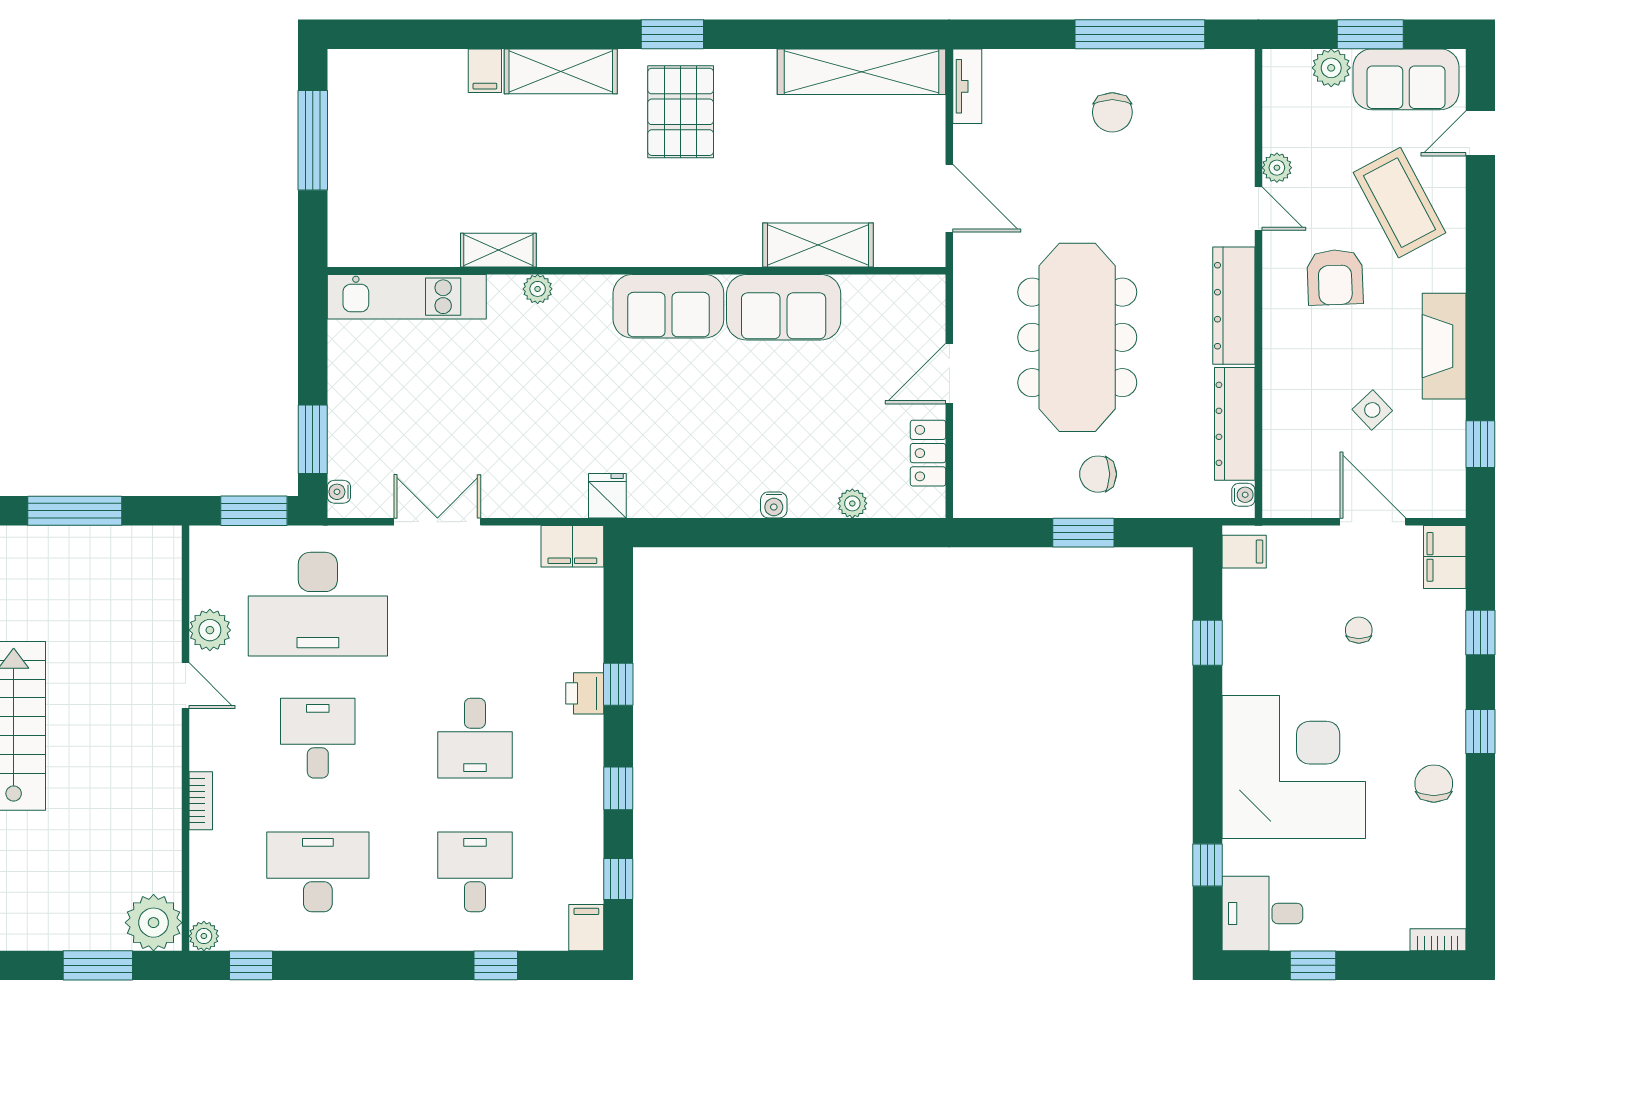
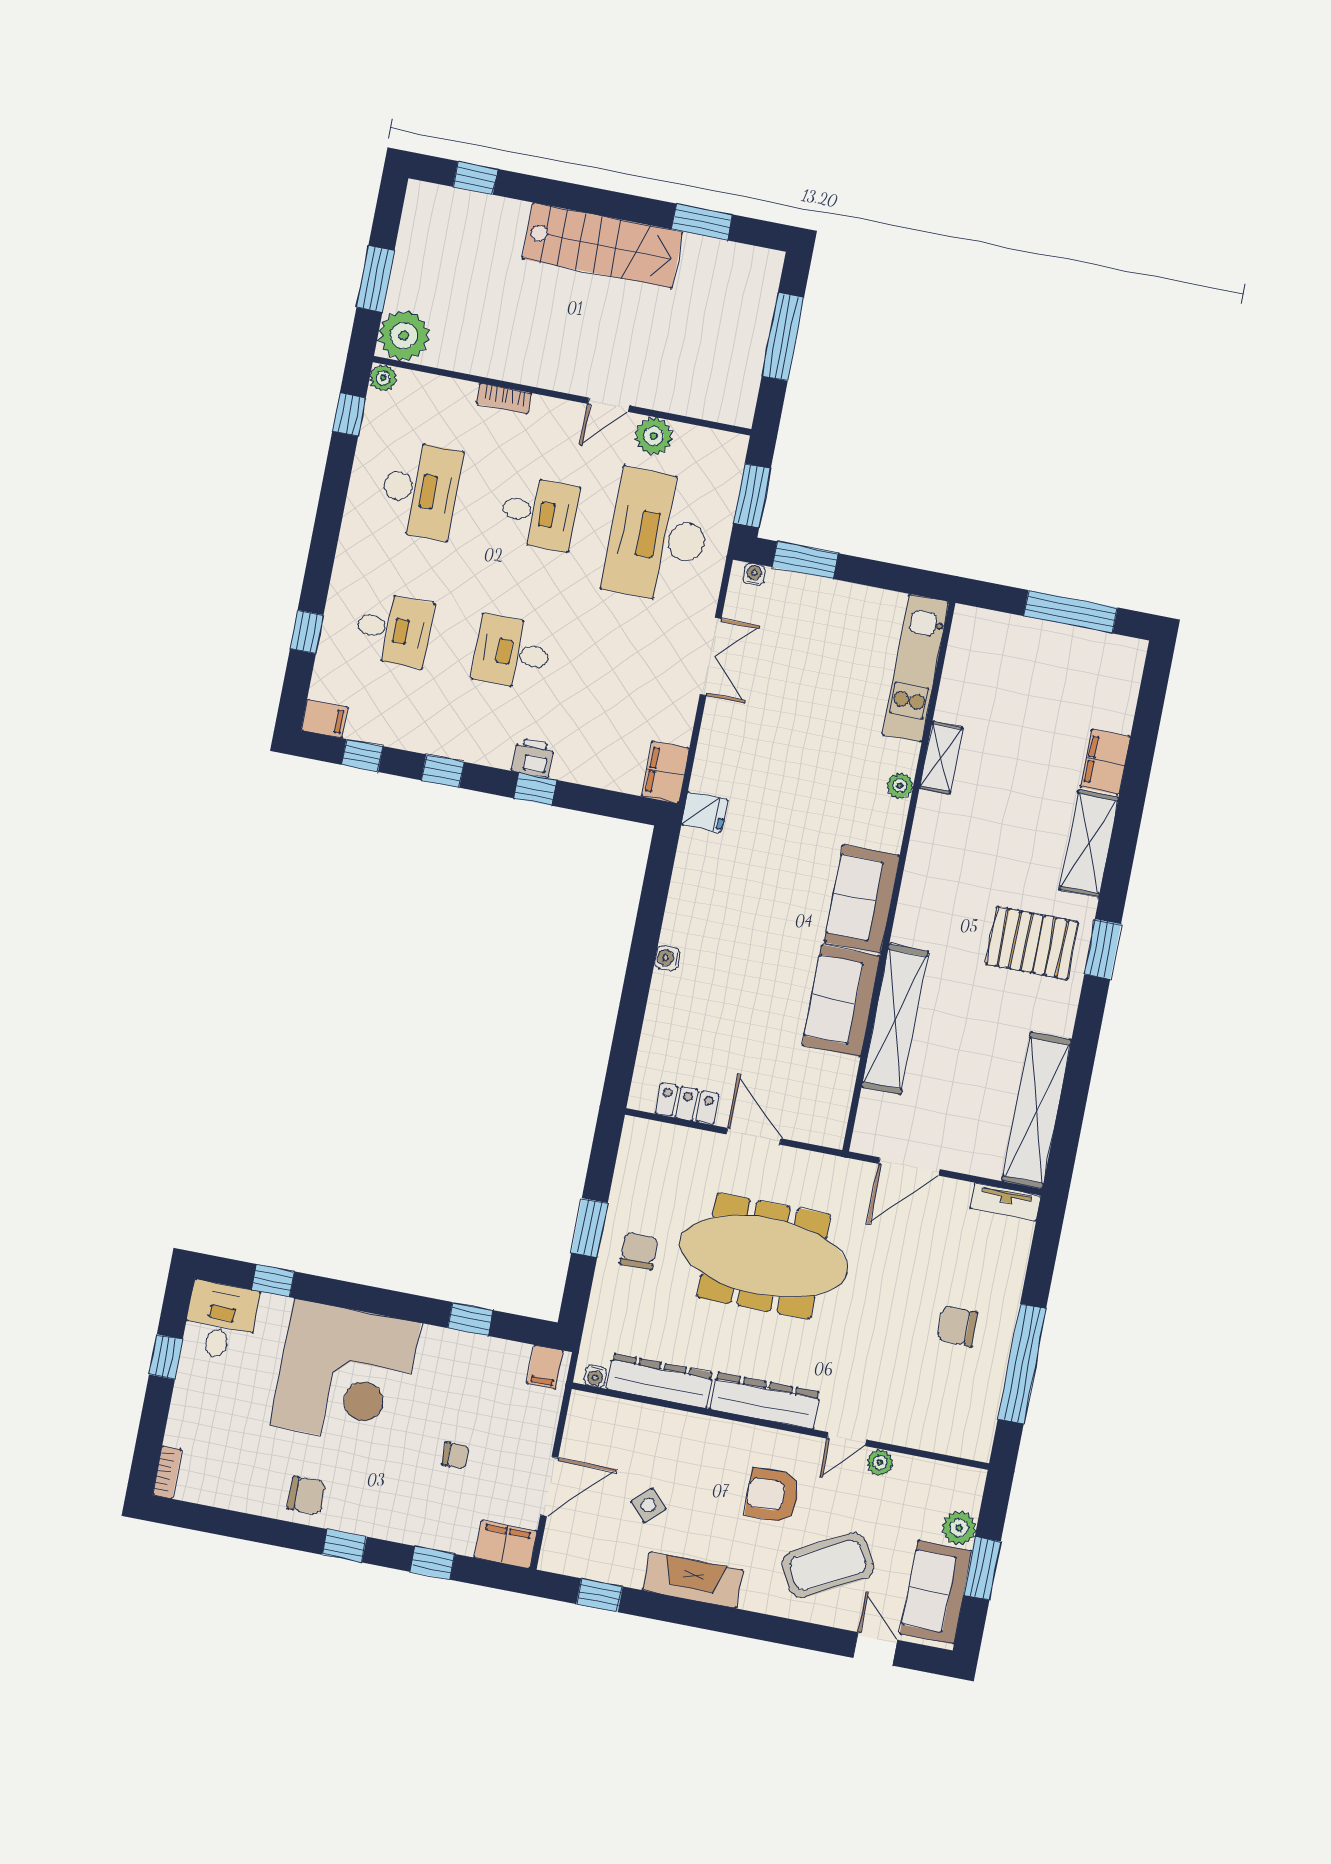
filing cabinet: (485, 71) -> (1105, 762), width x2.00
shelving: (818, 245) -> (895, 1019), width x1.47
plant: (852, 503) -> (655, 1028), removed

